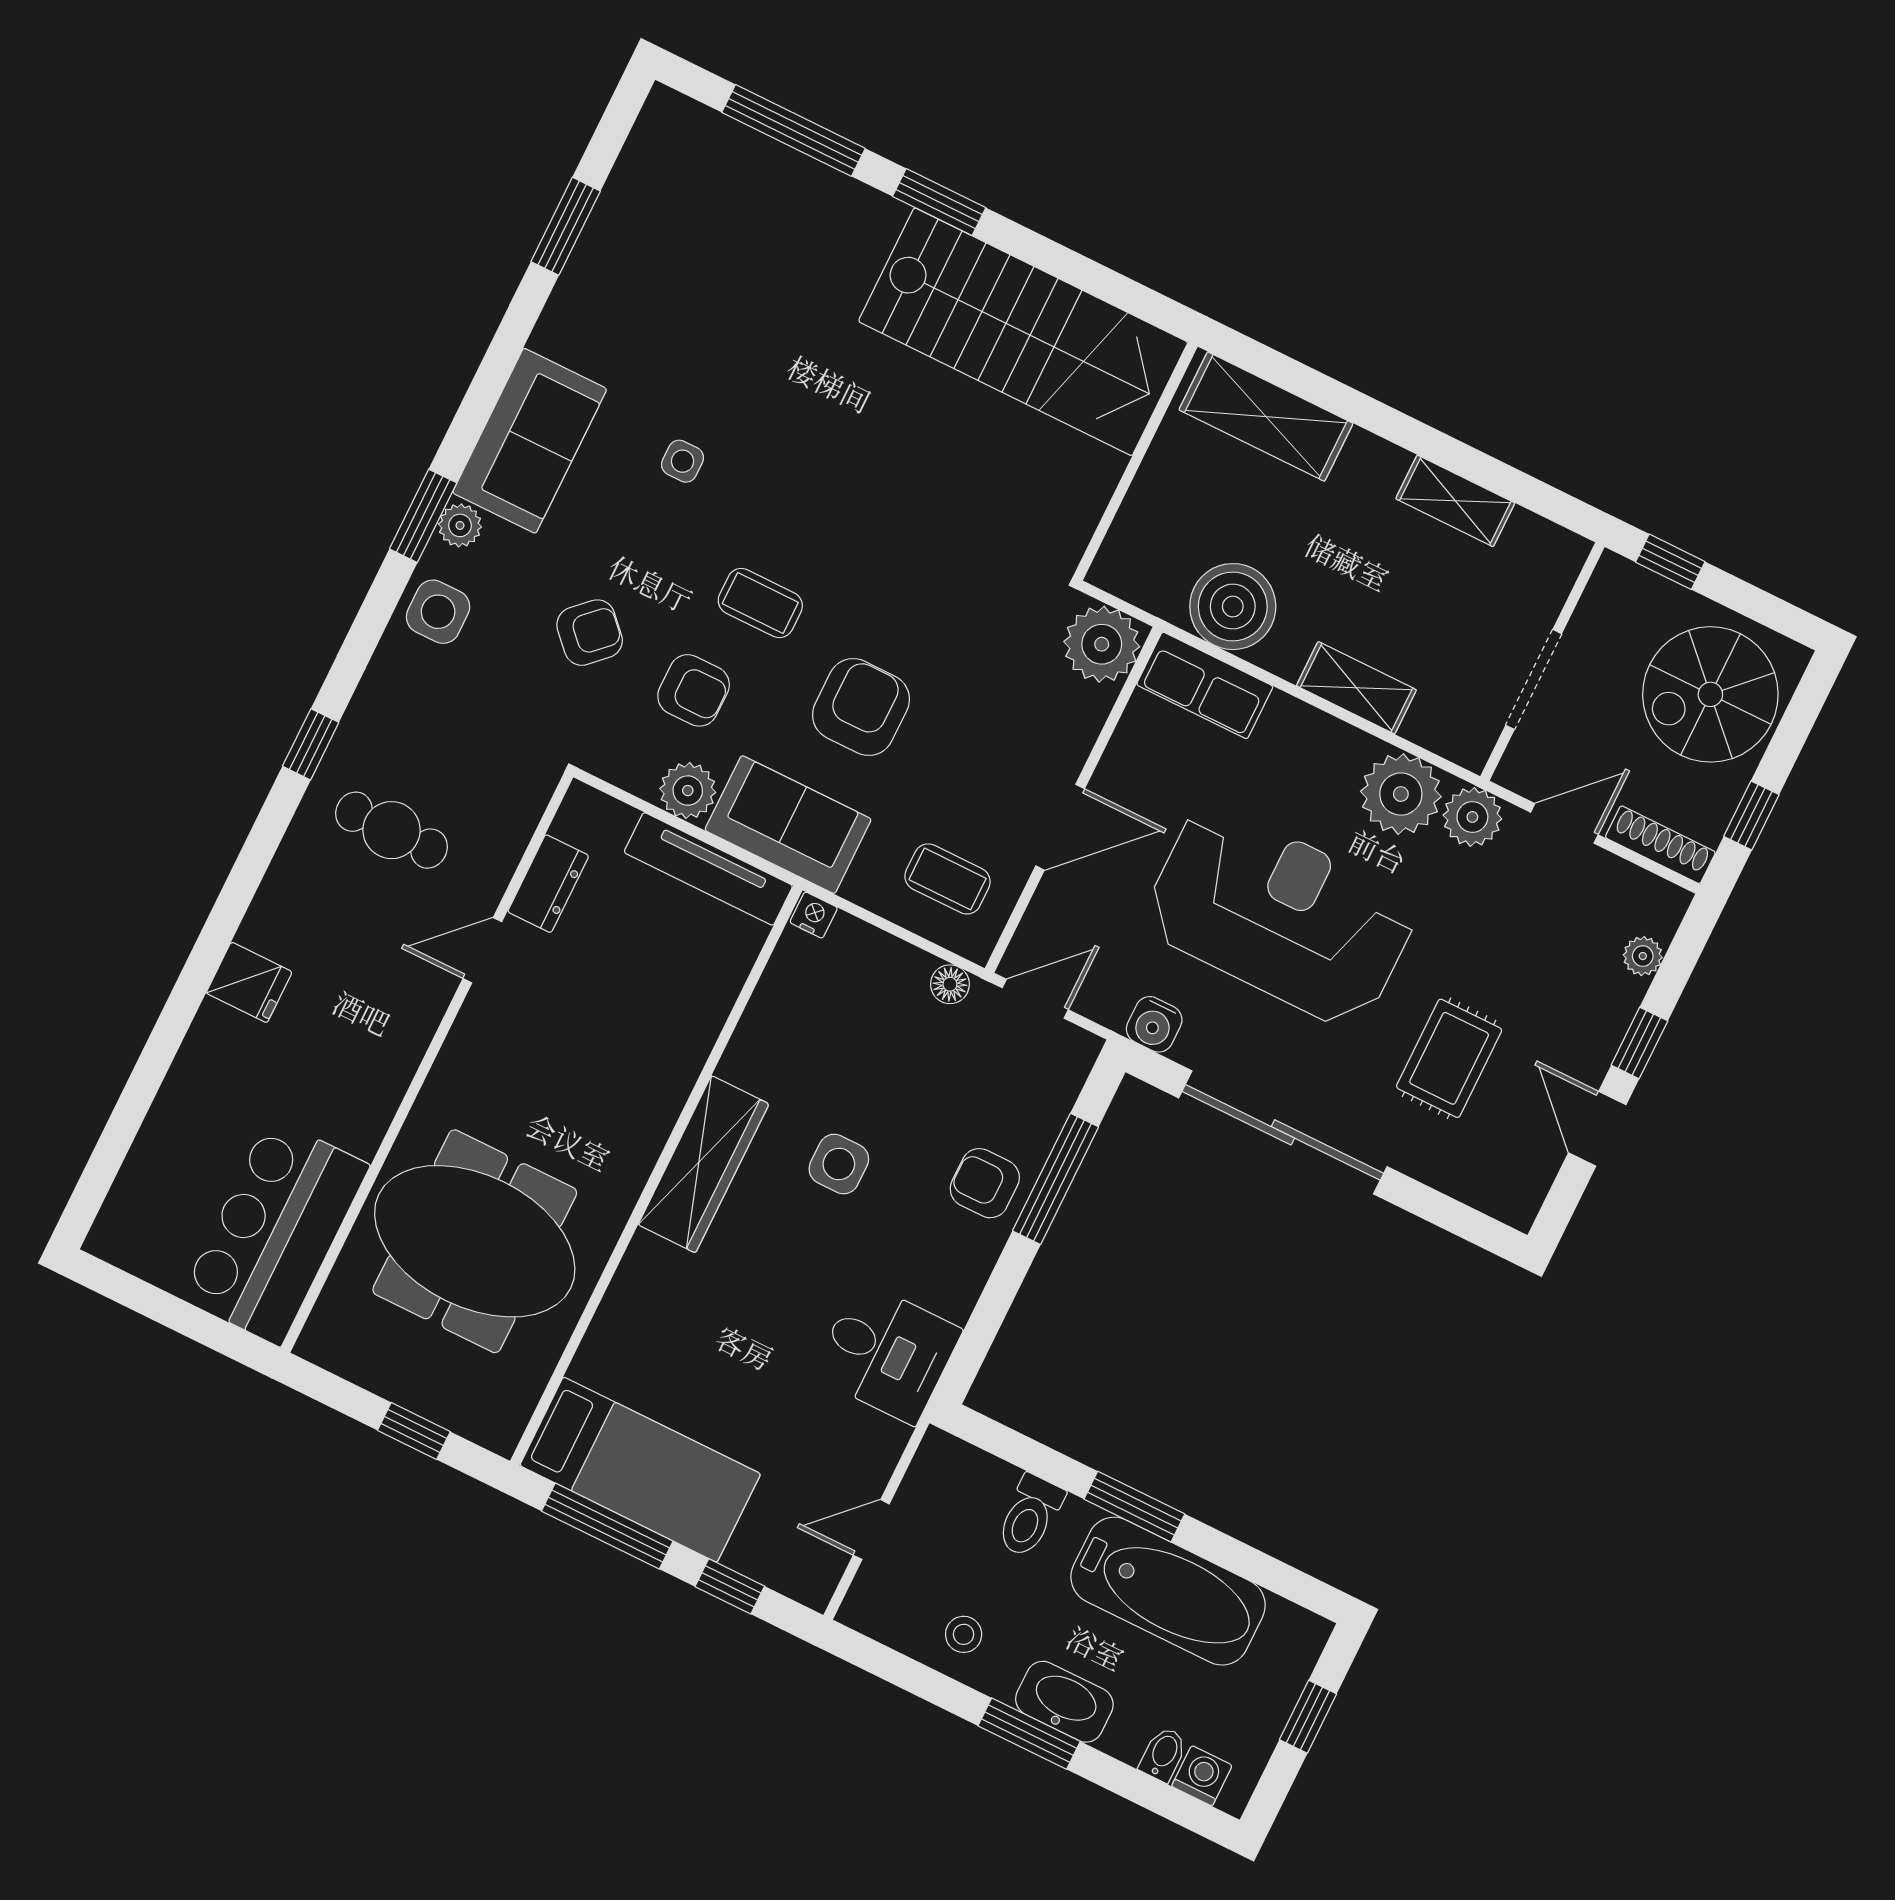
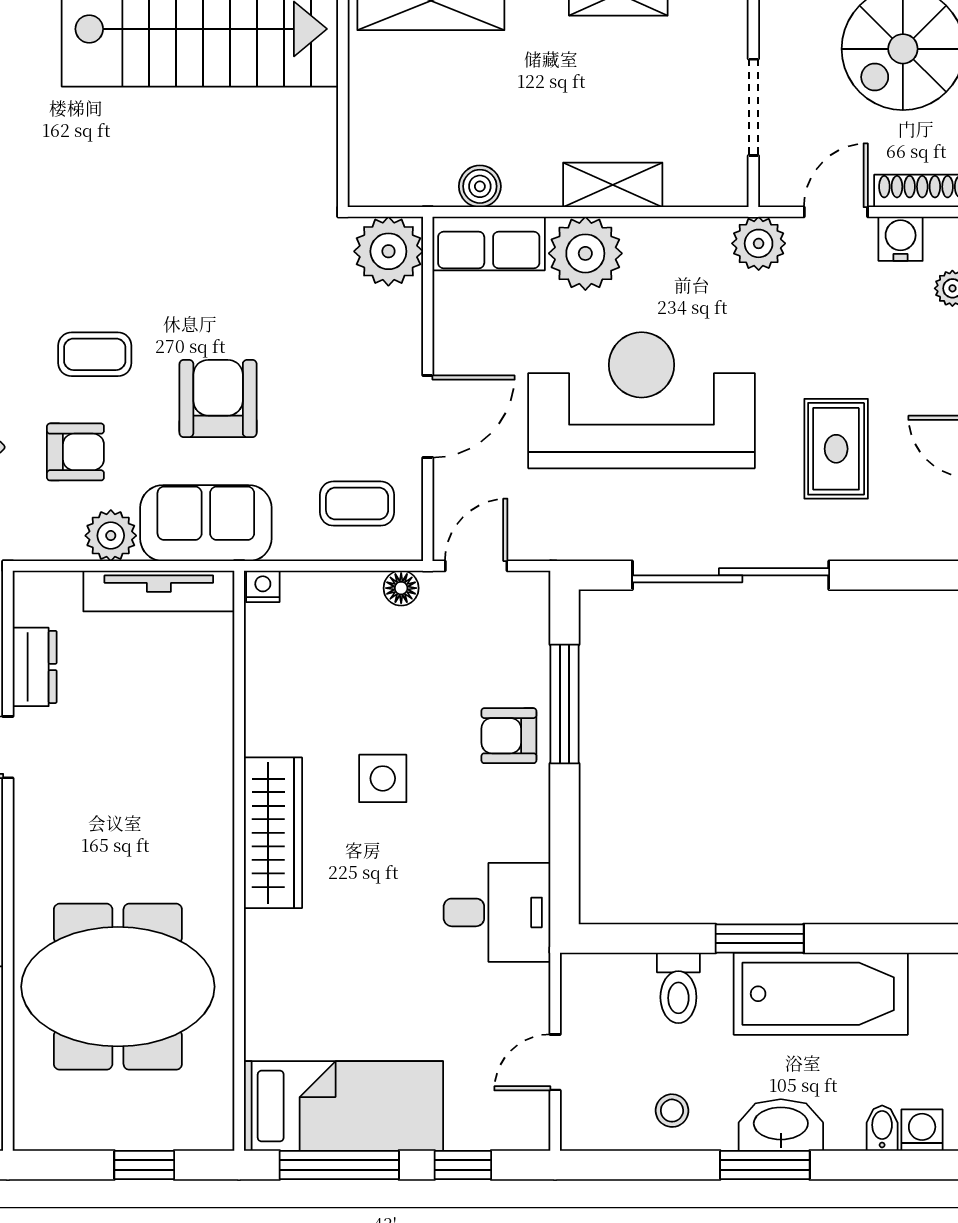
boiler: (1233, 607) -> (480, 186), width x0.54, depth x0.54
plant: (1401, 794) -> (585, 253), moved
water cooler: (1154, 1024) -> (901, 239), moved, turned 180

